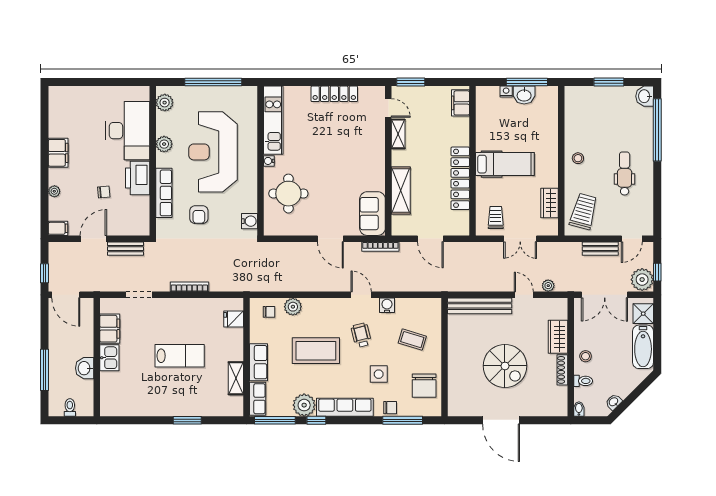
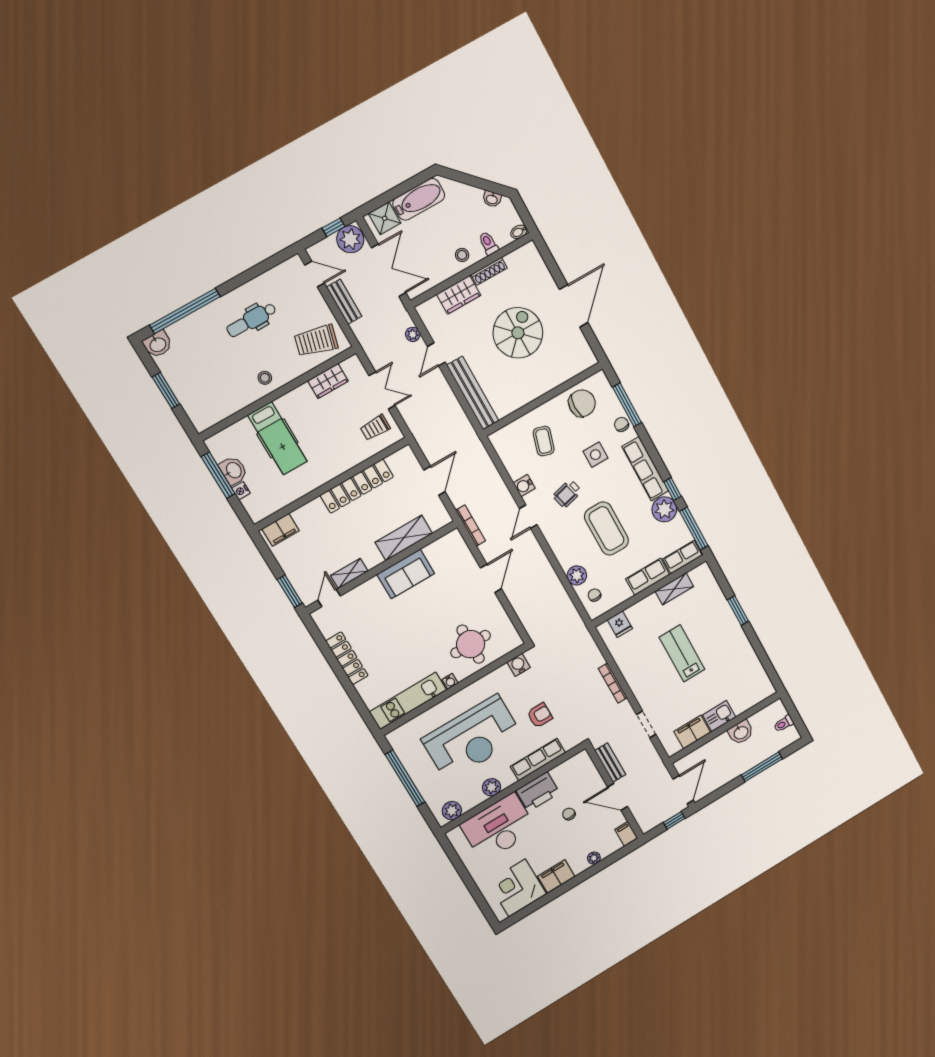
corner desk: (69, 117) -> (517, 888), added
hospital bed: (505, 164) -> (277, 438), moved, turned 180
sofa: (372, 214) -> (406, 574), moved

